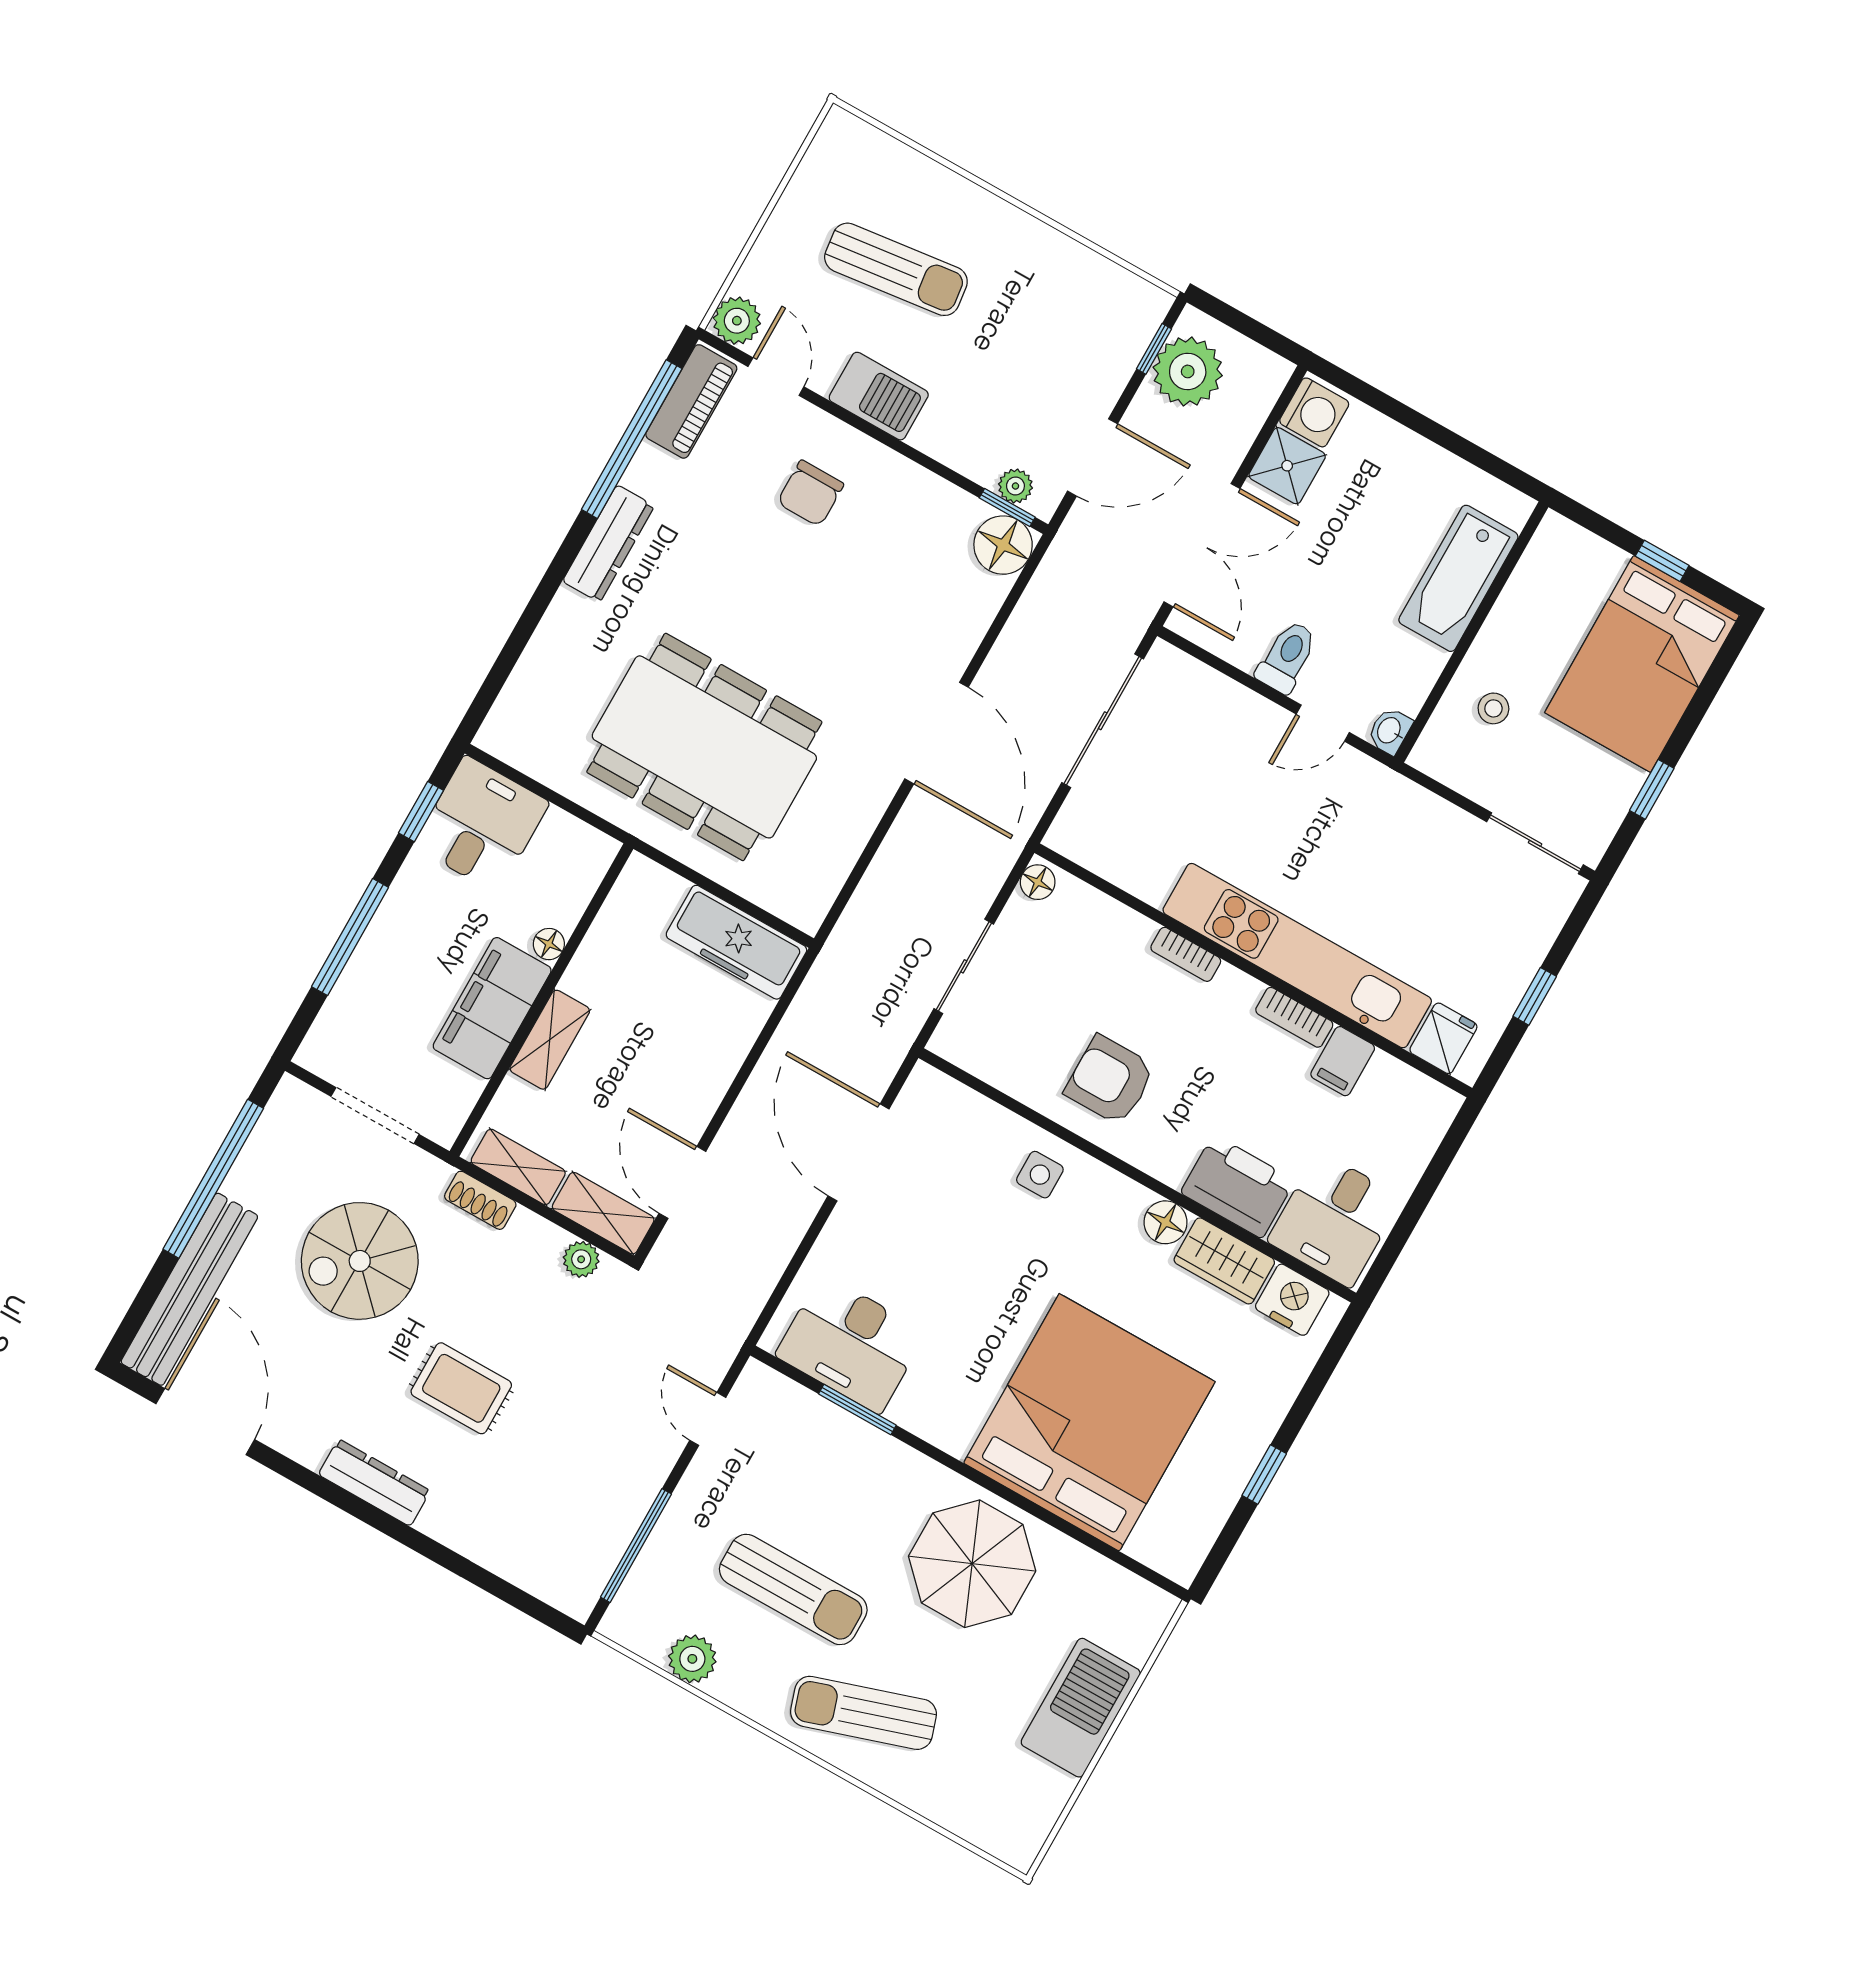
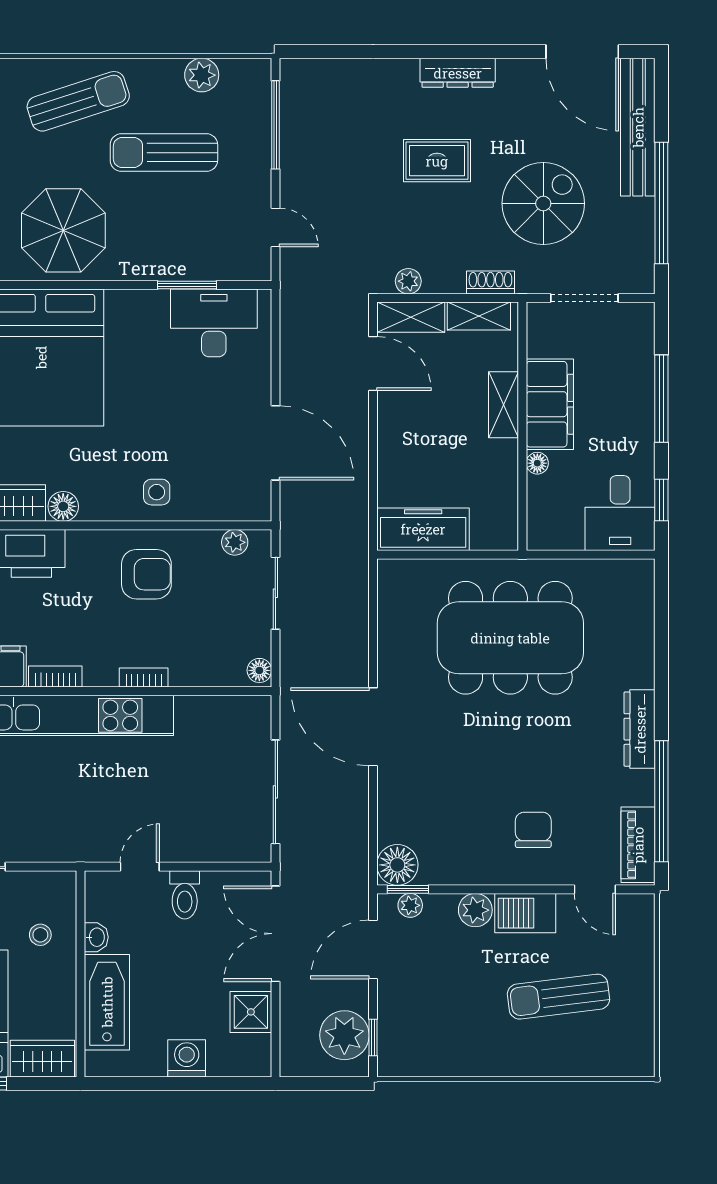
plant: (737, 321) -> (475, 910), moved
washing machine: (1314, 412) -> (187, 1058), moved, turned 90
wardrobe: (1578, 554) -> (42, 1059), added
washbasin: (1390, 731) -> (96, 937), moved
plant: (978, 1058) -> (235, 542), added

